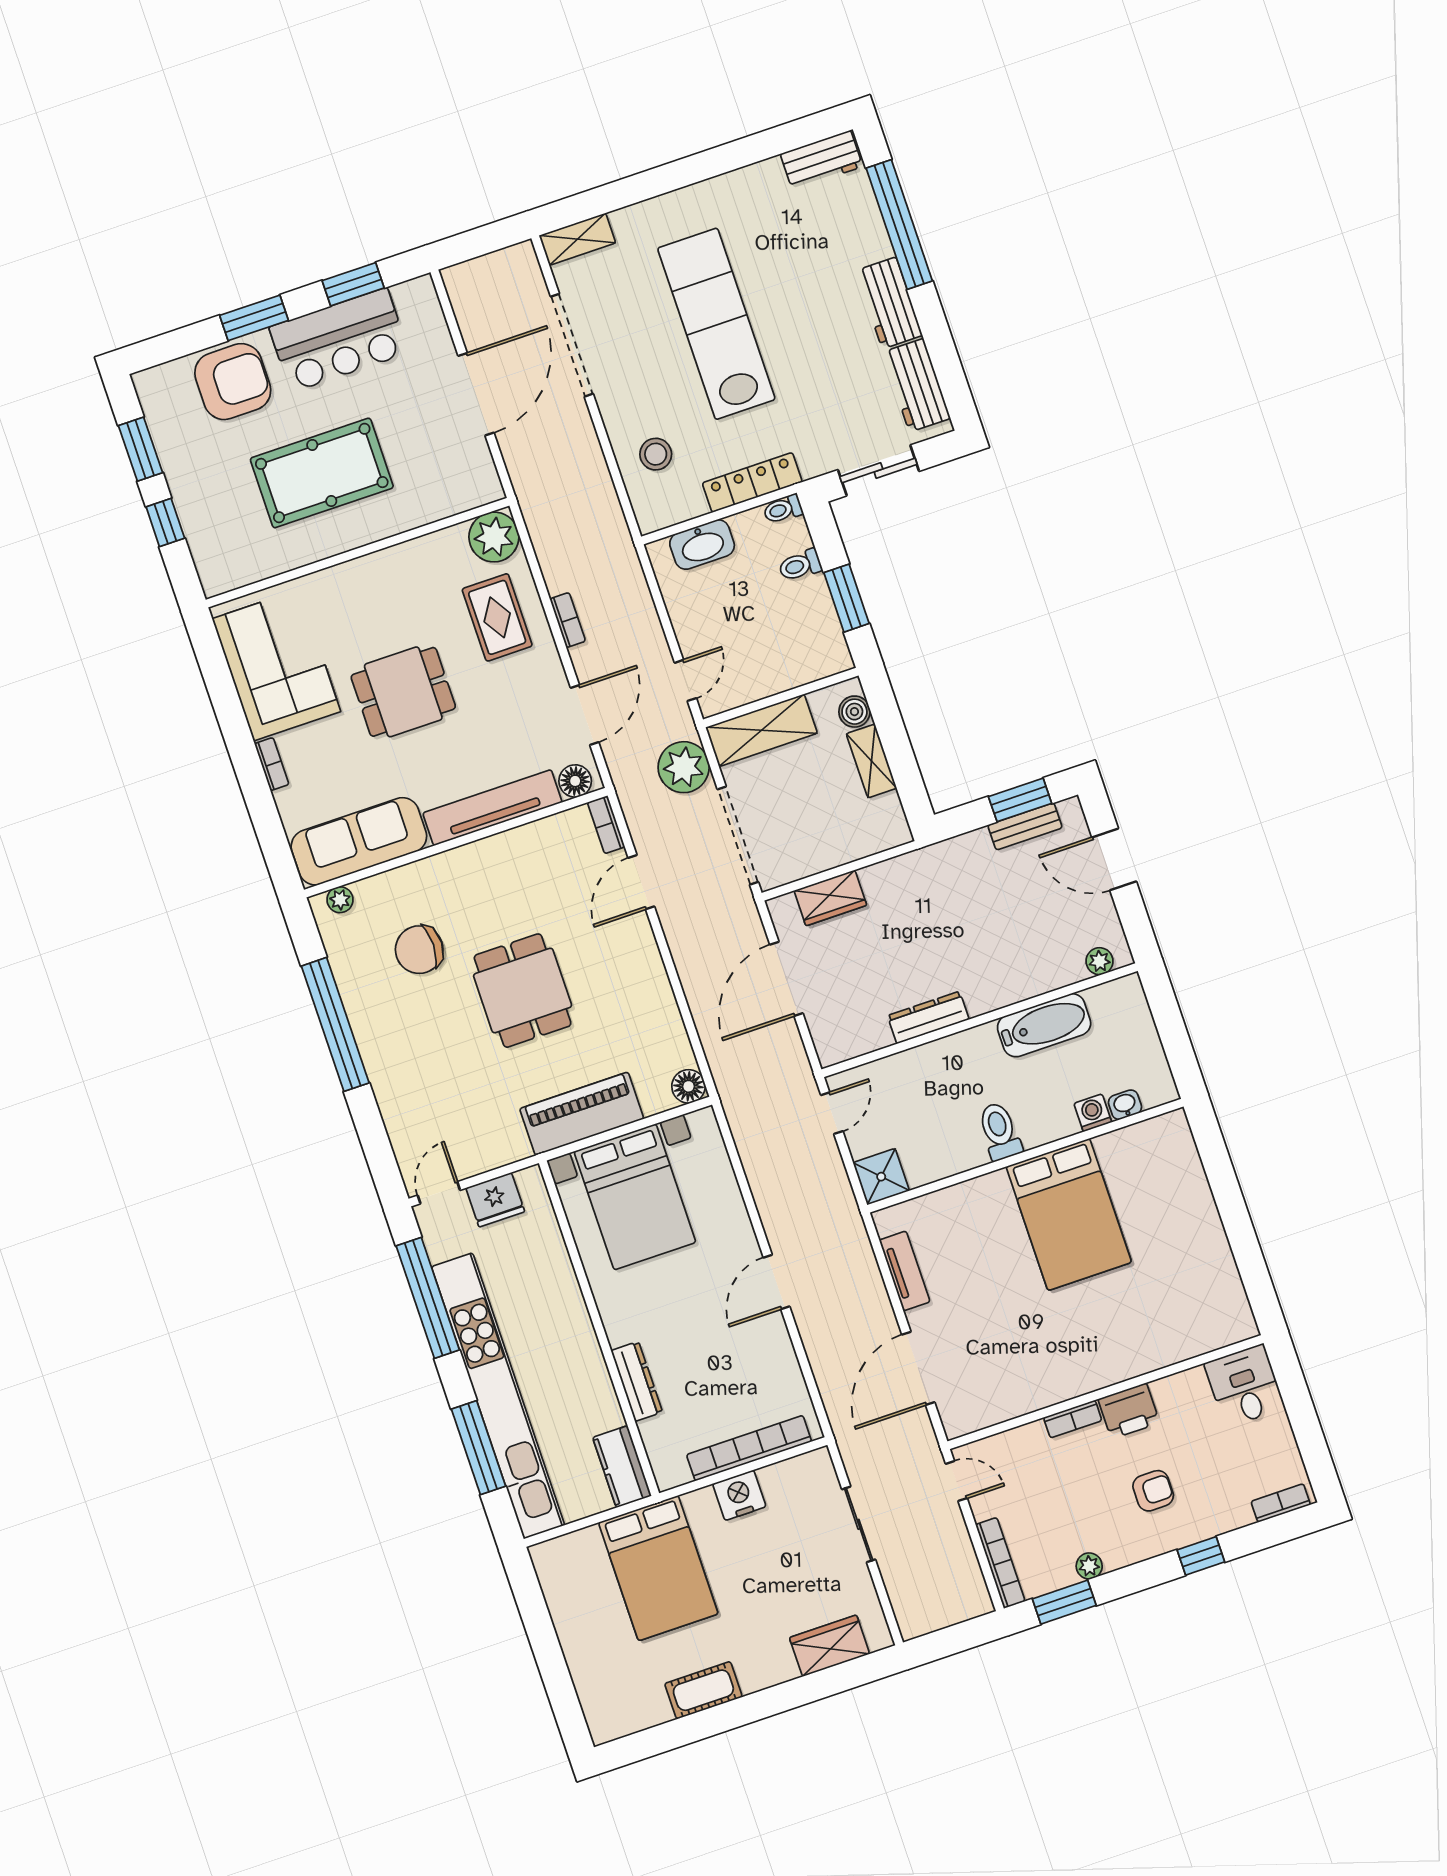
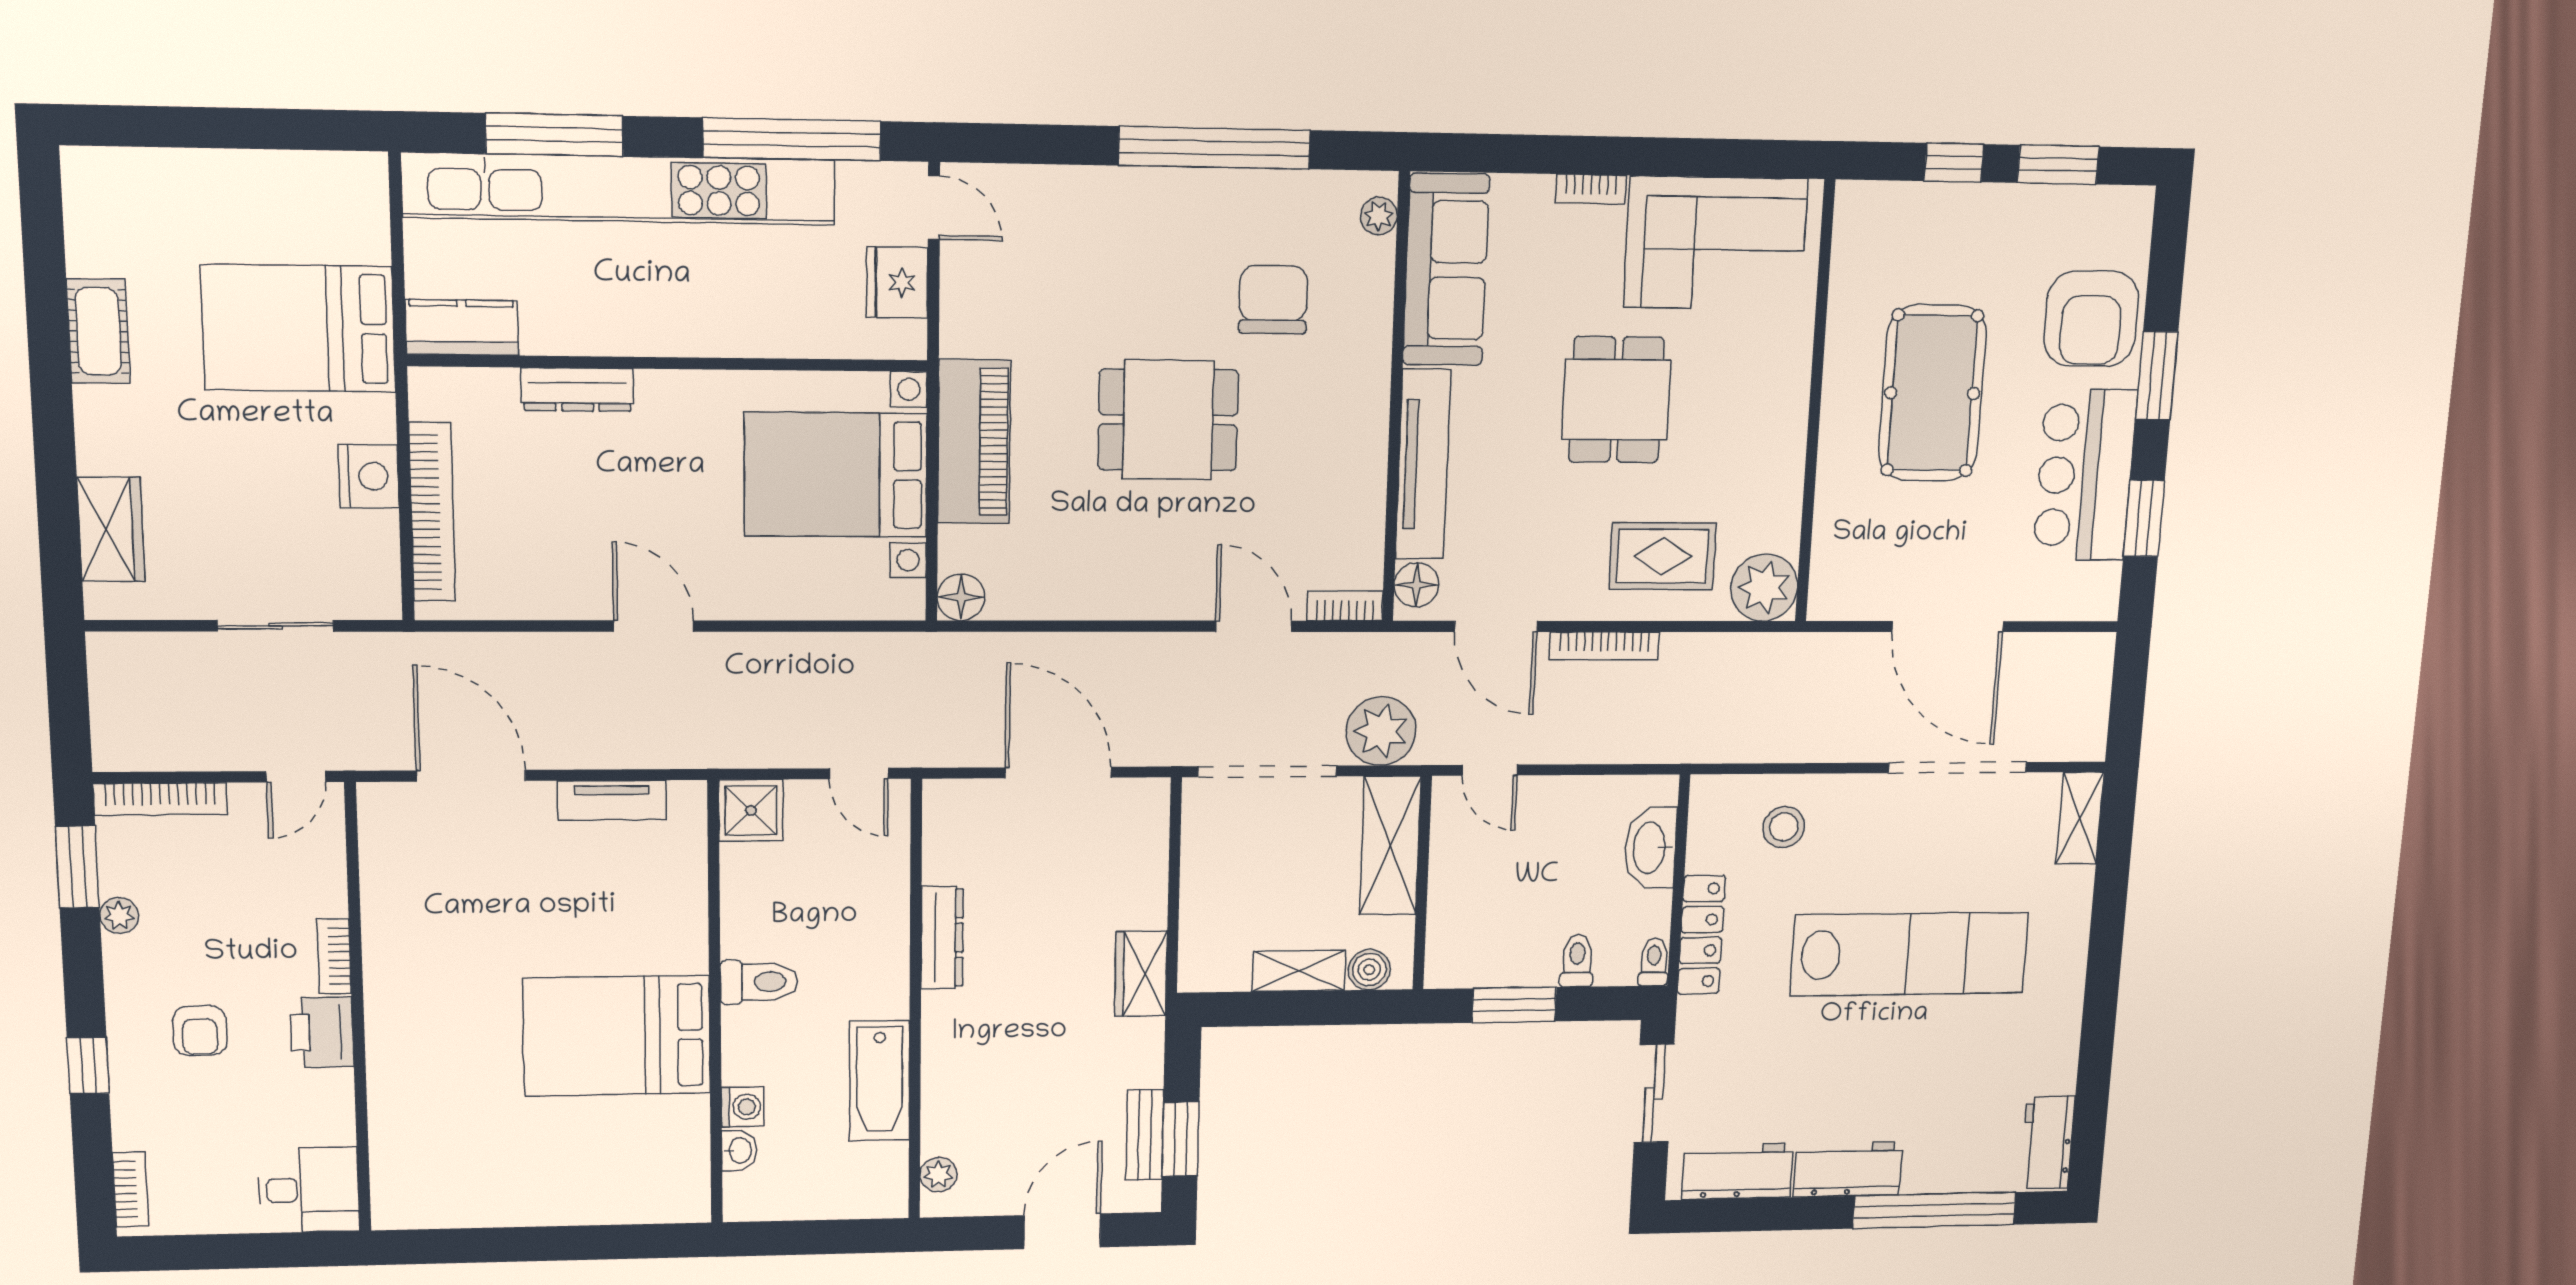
bookcase: (568, 620) -> (1604, 646), width x1.56
wardrobe: (830, 898) -> (1141, 974), moved

